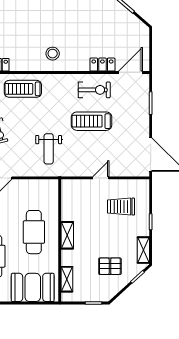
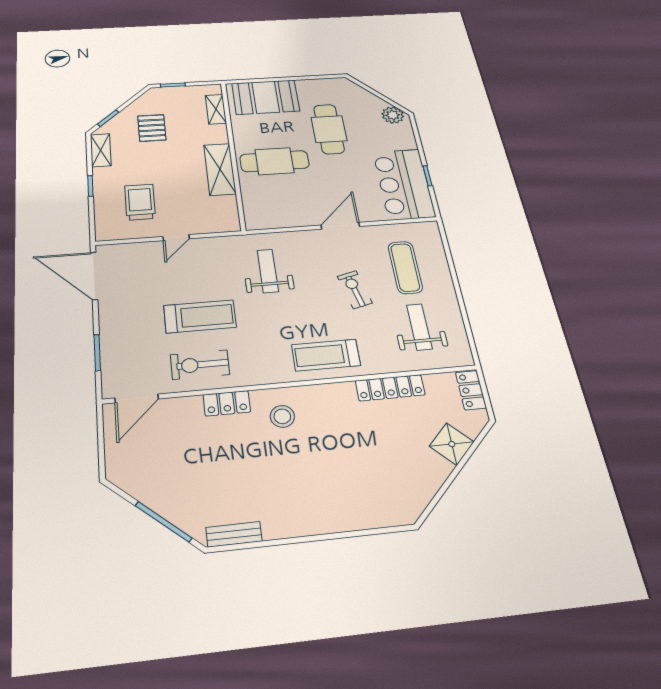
locker: (102, 65) -> (227, 403), moved
treadmill: (23, 89) -> (326, 355), turned 180
trolley: (121, 207) -> (140, 202), turned -90
cafe table: (34, 232) -> (275, 161), turned 90
shelving: (67, 235) -> (220, 169), width x1.50, depth x1.33
pallet: (110, 266) -> (152, 128), turned 90

